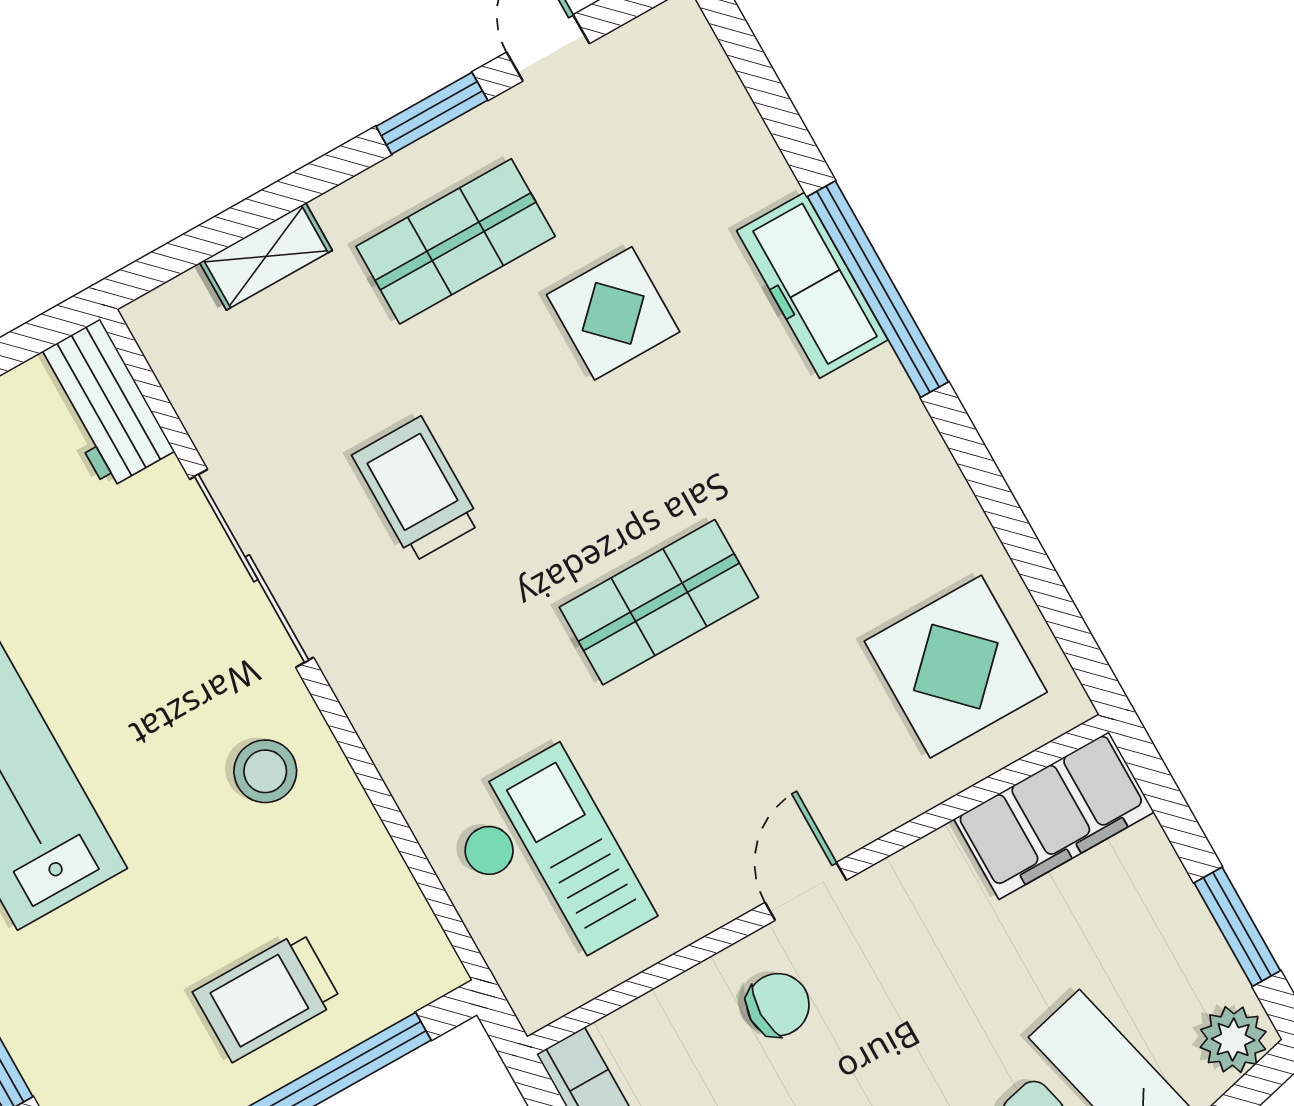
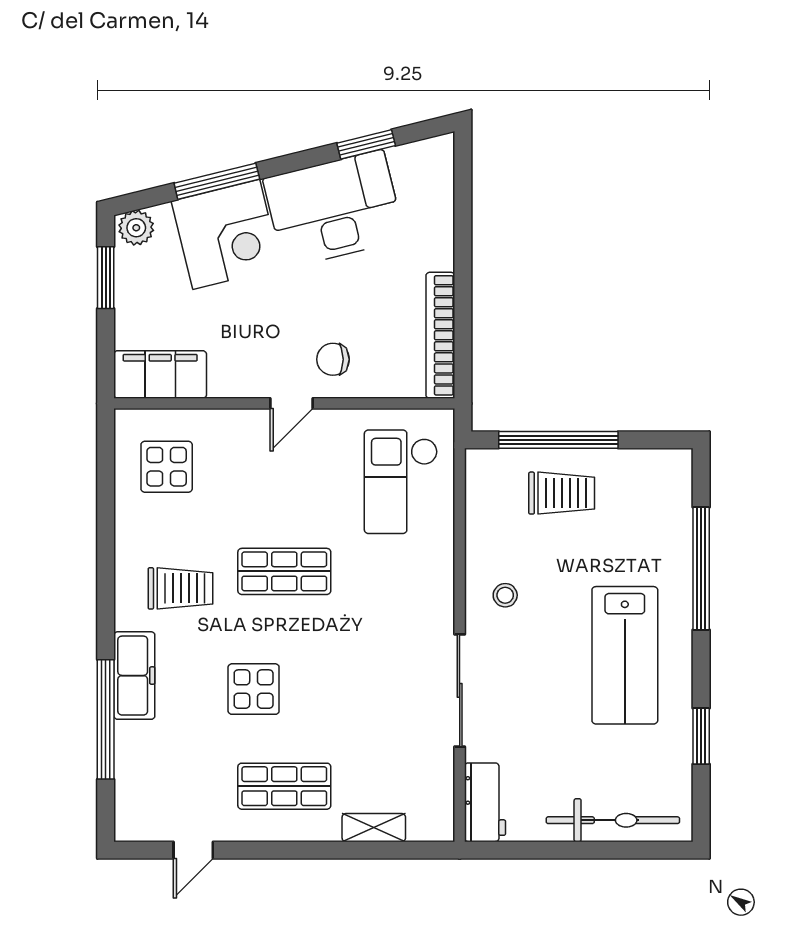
window: (432, 113) -> (262, 850), removed
window: (878, 289) -> (106, 719), moved
display table: (613, 313) -> (254, 689), moved
trolley: (417, 489) -> (180, 588), moved, turned -90
display table: (956, 667) -> (167, 467), width x0.73, depth x0.73
stool: (265, 771) -> (505, 595), width x0.73, depth x0.73

